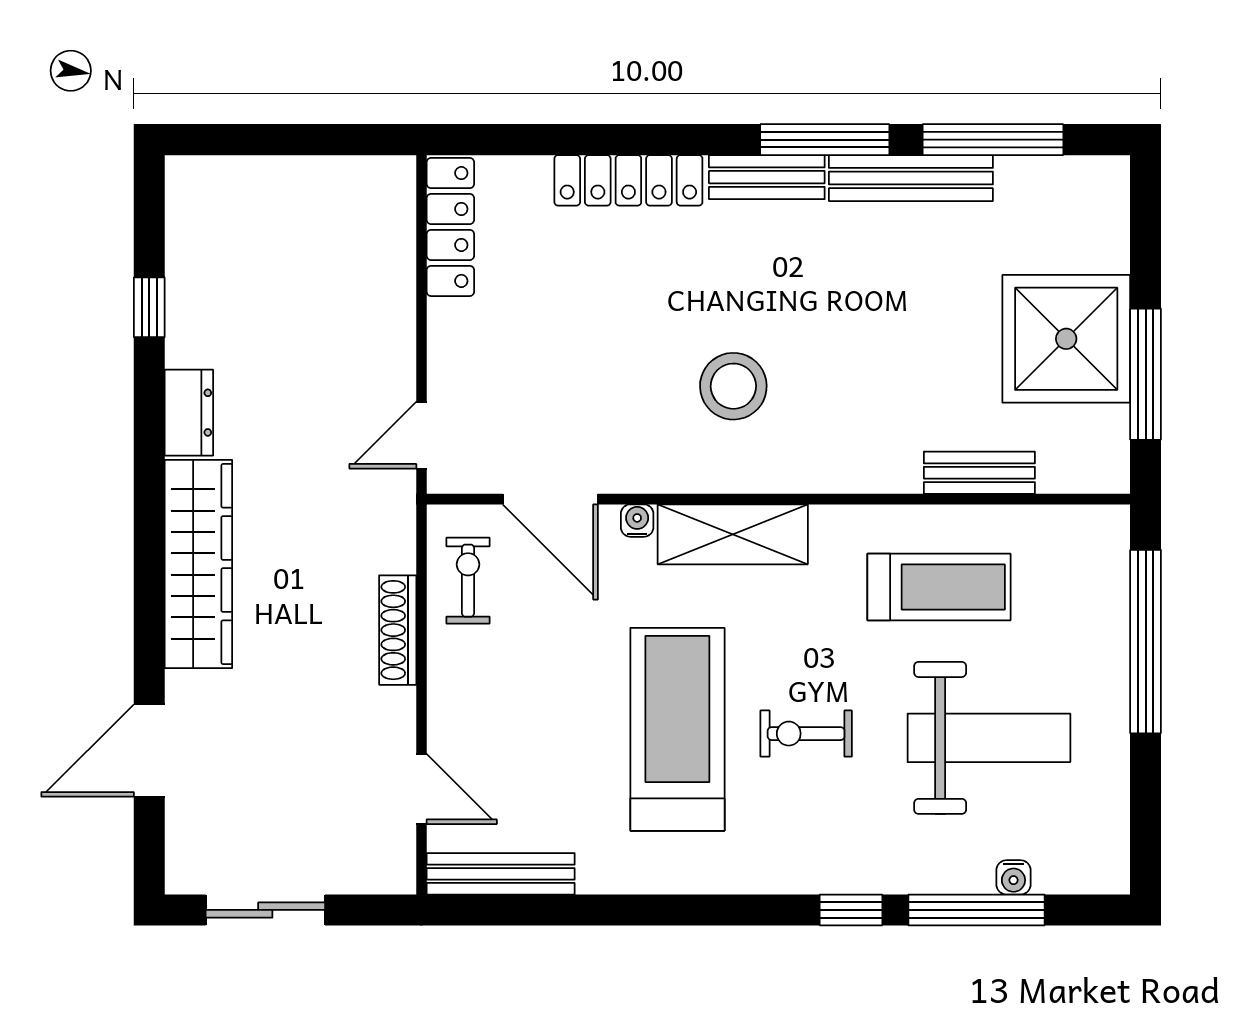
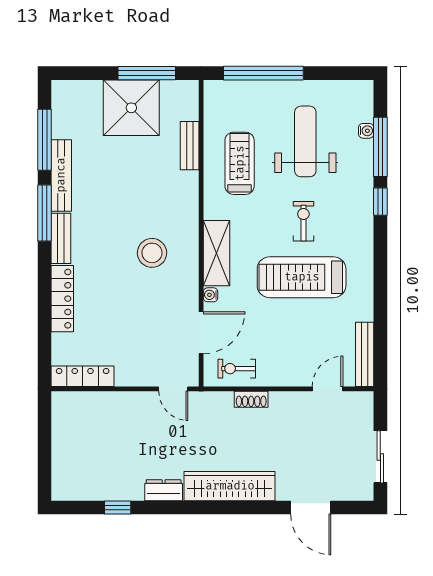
shoe rack: (398, 630) -> (251, 399), width x0.70
exercise bike: (806, 734) -> (303, 221), turned 180

